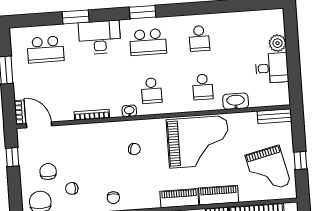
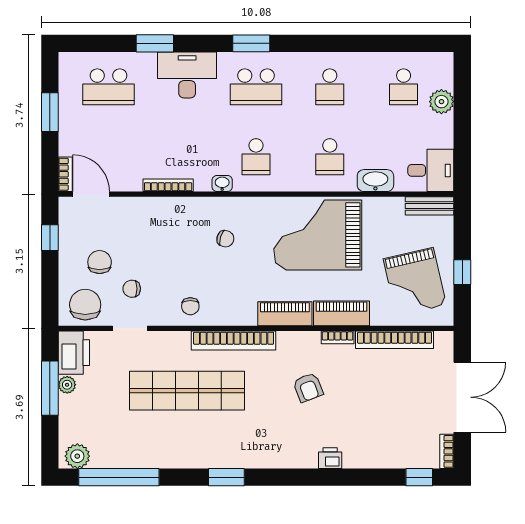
school desk: (250, 35) -> (404, 87), added
desk: (272, 68) -> (431, 170), moved
grand piano: (198, 142) -> (318, 235), turned 180

